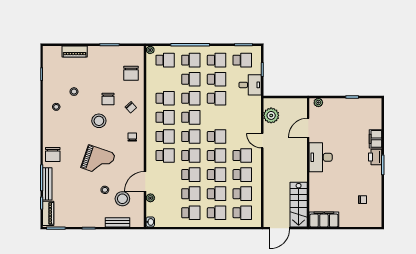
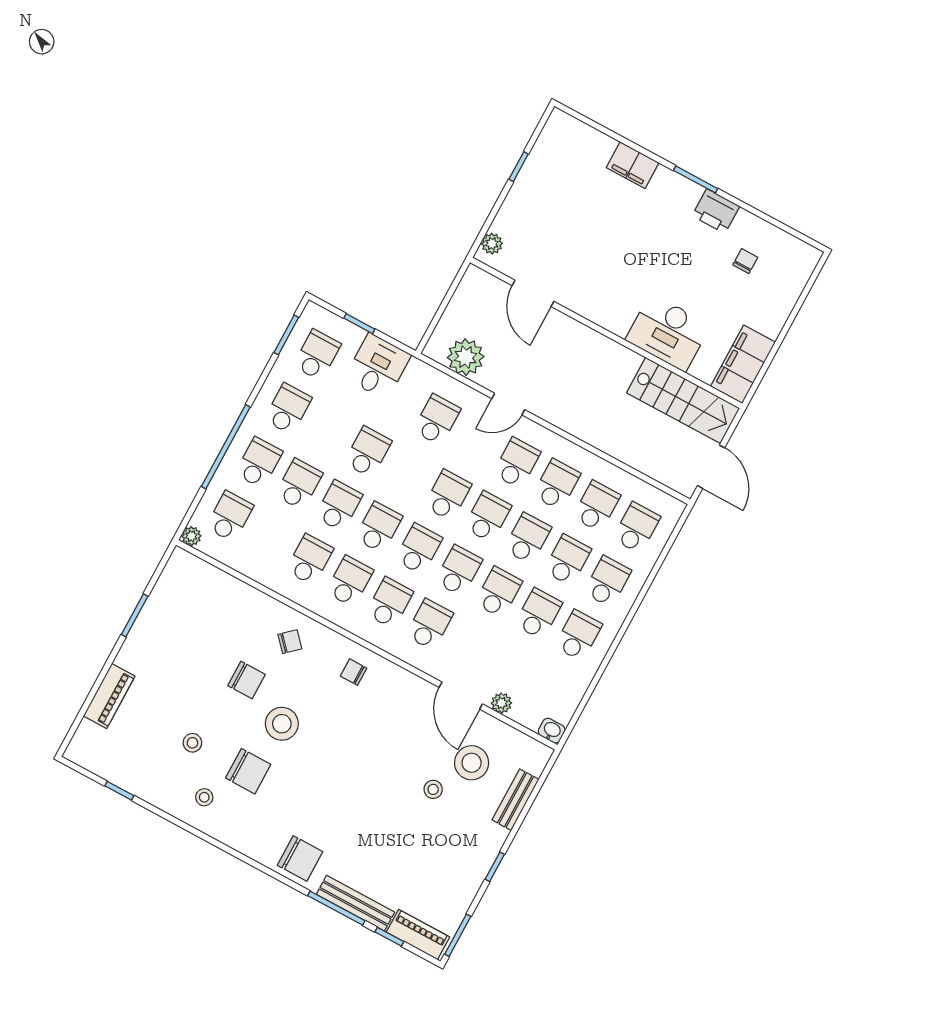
chair: (131, 73) -> (248, 771), moved
school desk: (217, 79) -> (437, 420), moved
desk: (321, 157) -> (668, 333), moved
printer: (375, 157) -> (716, 211), moved
grand piano: (98, 161) -> (364, 770), removed

